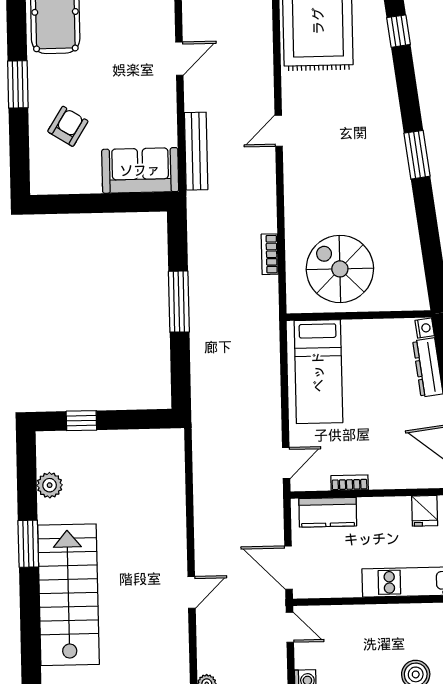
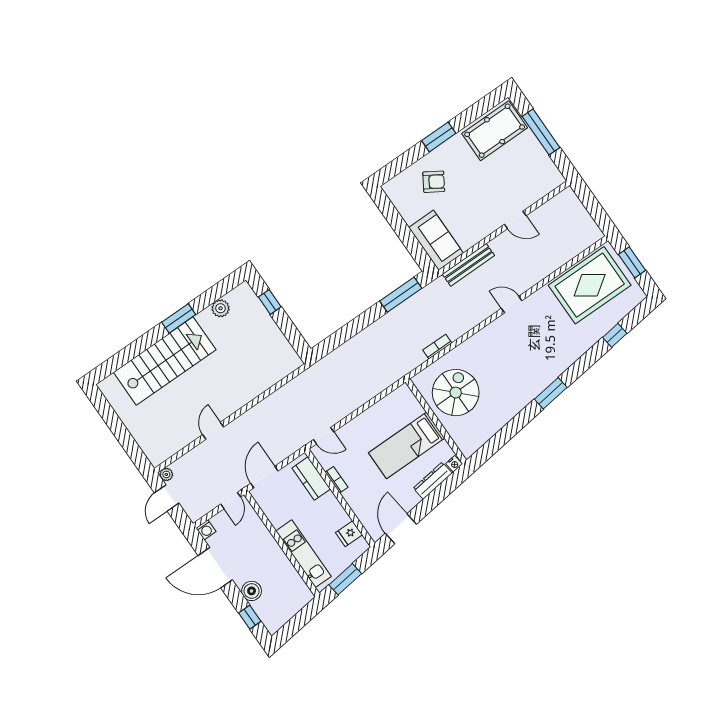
window: (179, 302) -> (401, 295), moved
bed: (318, 372) -> (407, 445), moved
door: (192, 592) -> (213, 431), swing flipped

